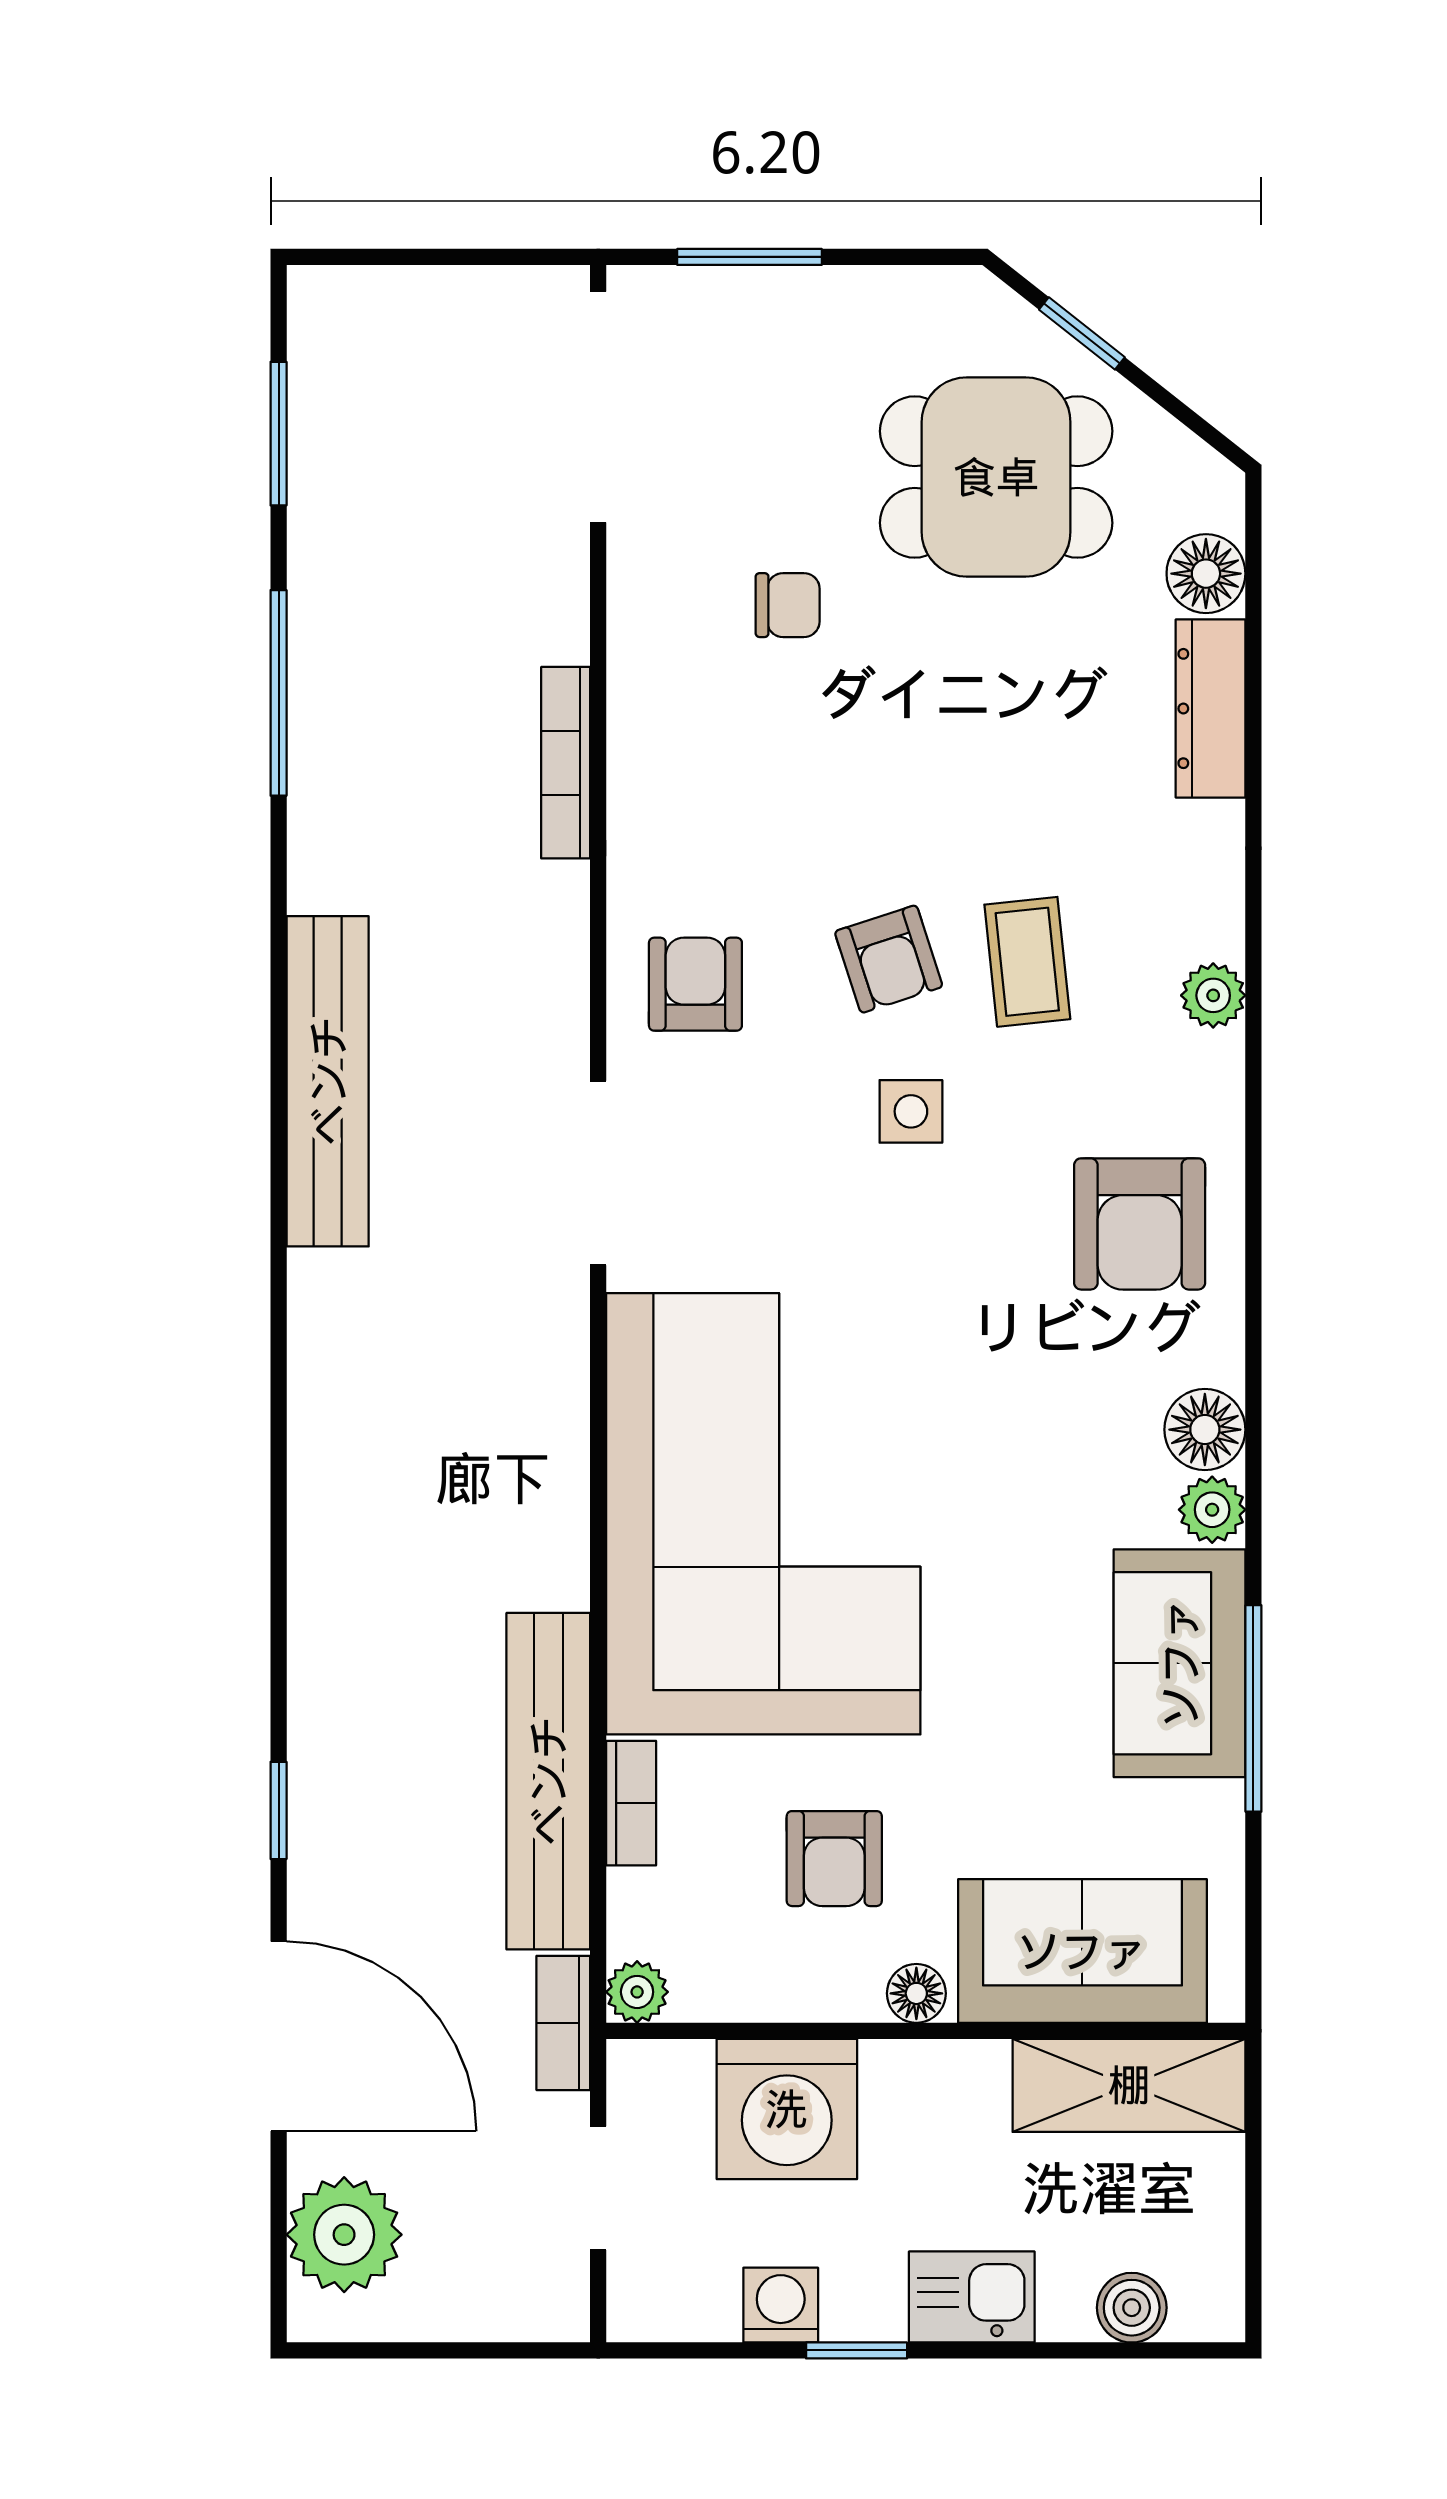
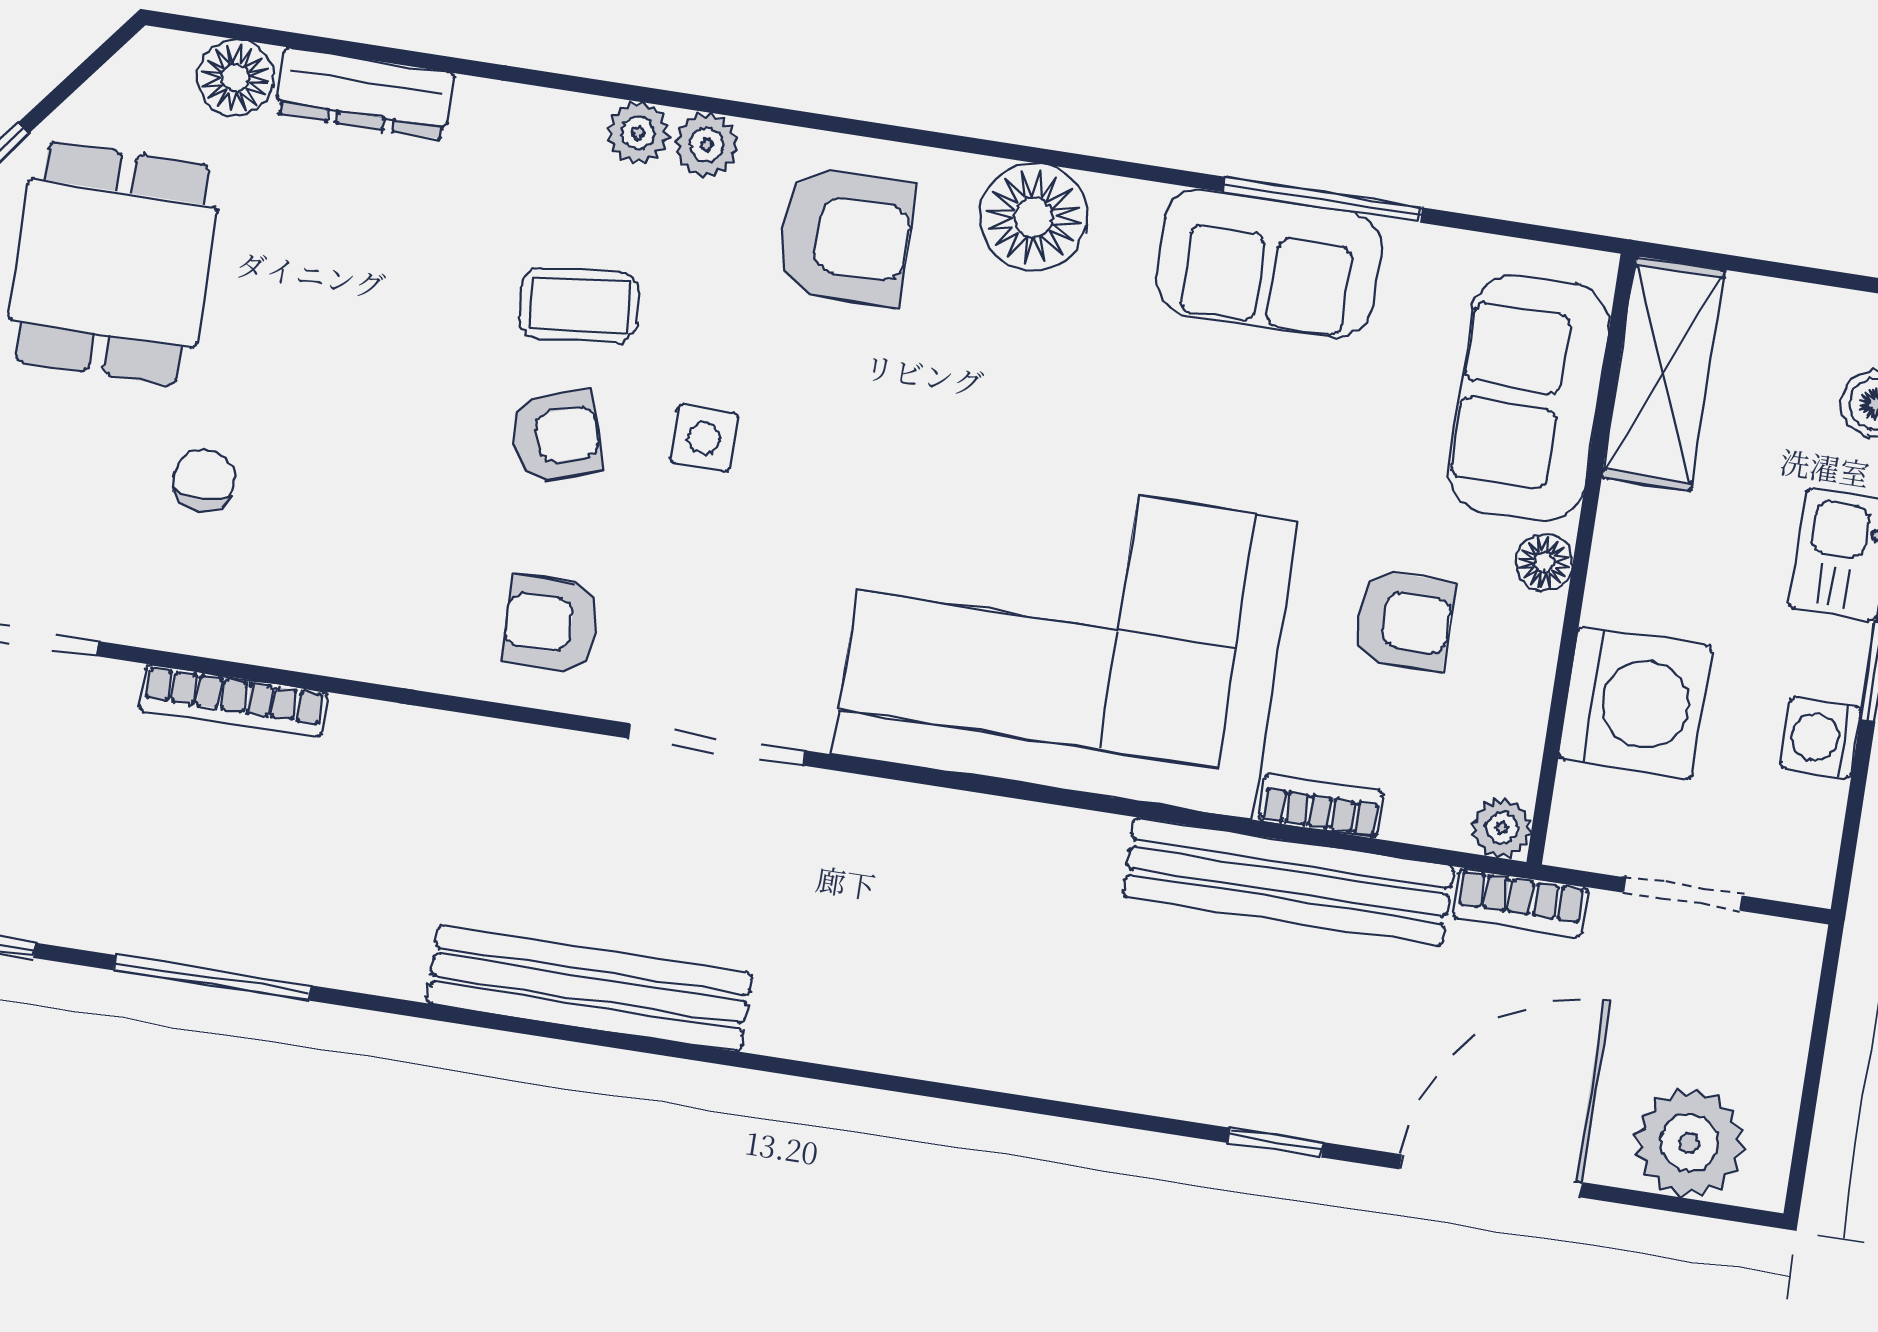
bookcase: (566, 763) -> (233, 701), moved
floor lamp: (1205, 1430) -> (1033, 217), width x1.38, depth x1.38
plant: (1212, 1510) -> (706, 145), moved

